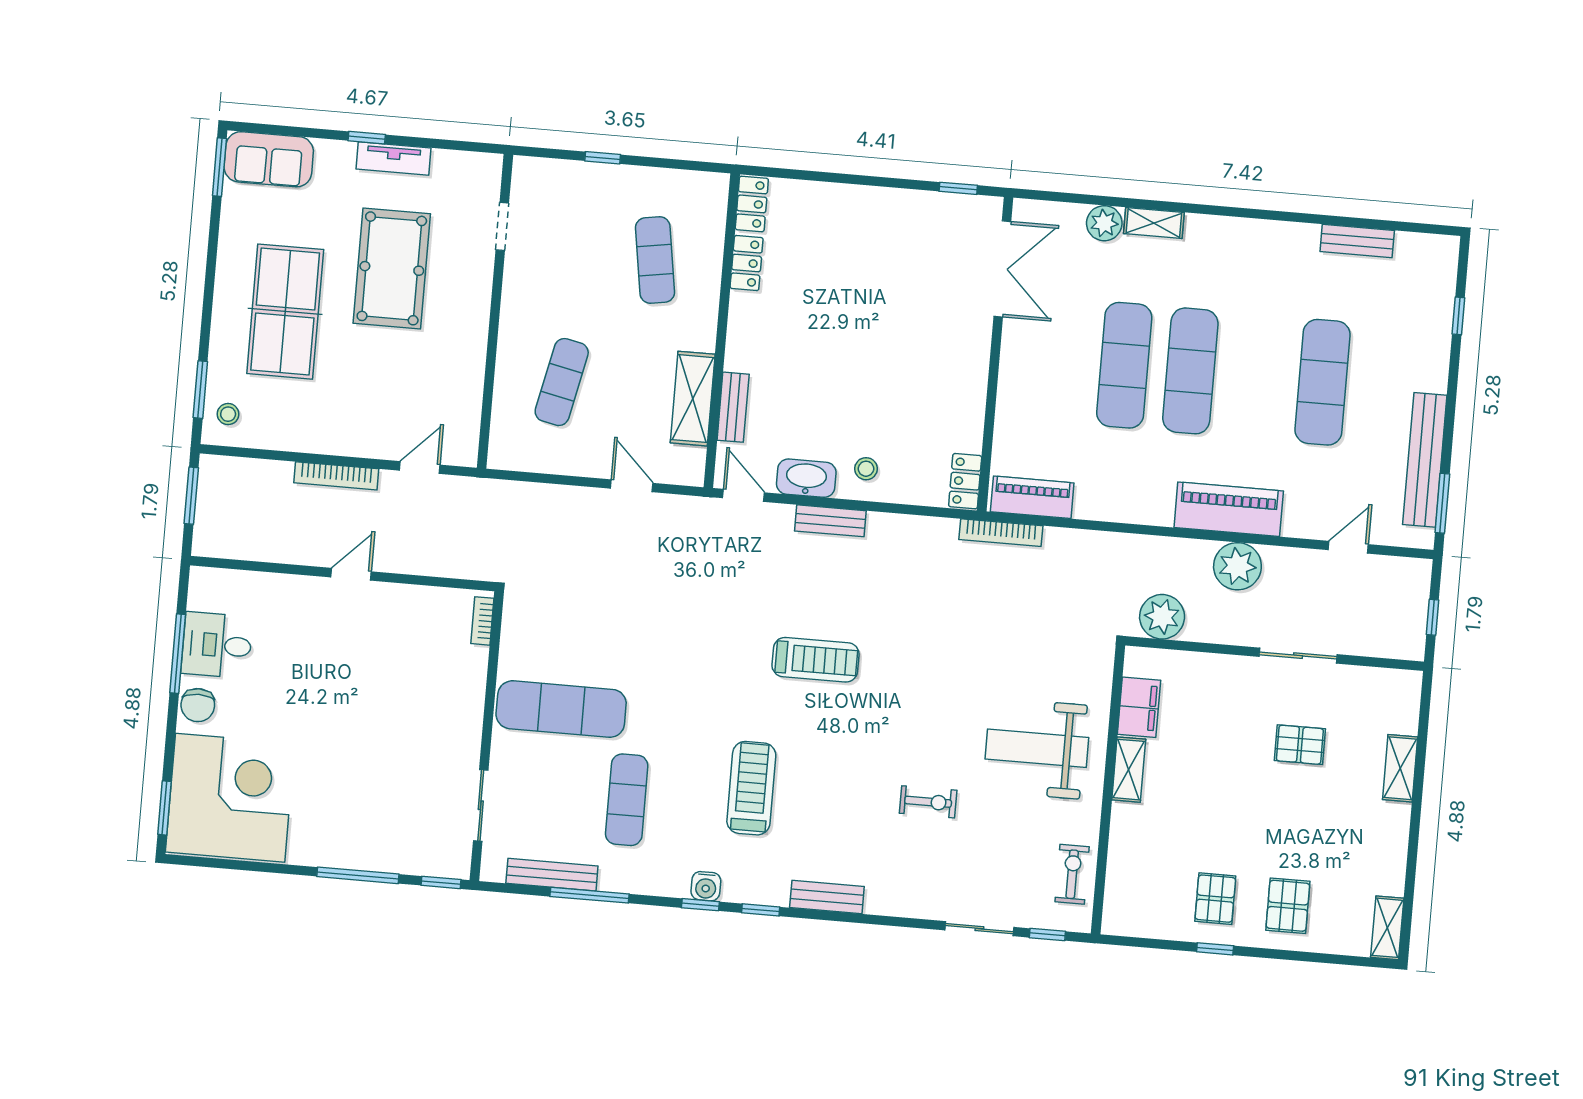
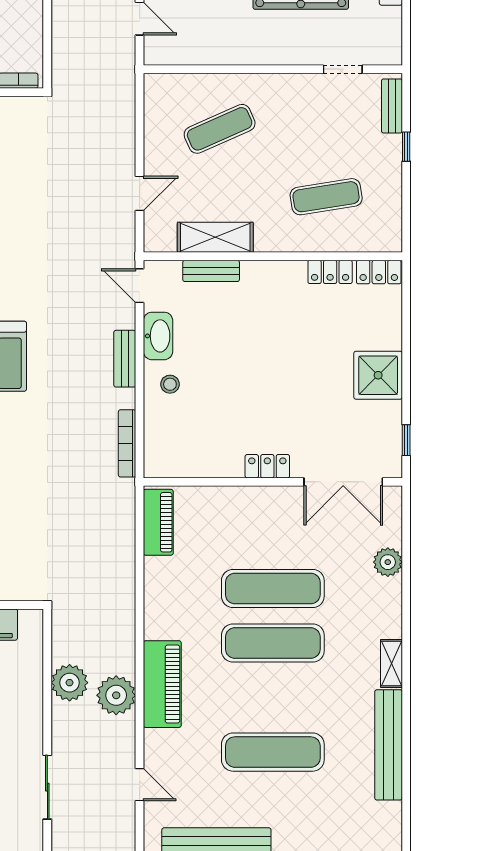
bench: (552, 171) -> (392, 106), added
shower: (877, 216) -> (378, 375), added
shelving: (1154, 223) -> (391, 663), moved
bench: (1357, 241) -> (389, 745), width x1.86, depth x1.21
exercise mat: (562, 382) -> (220, 129), turned -36
locker: (965, 481) -> (267, 466), moved
door: (744, 495) -> (140, 286), swing flipped
bookcase: (1001, 533) -> (127, 443), moved
plant: (1162, 617) -> (70, 683), moved
sliding door: (1298, 656) -> (47, 787), moved

